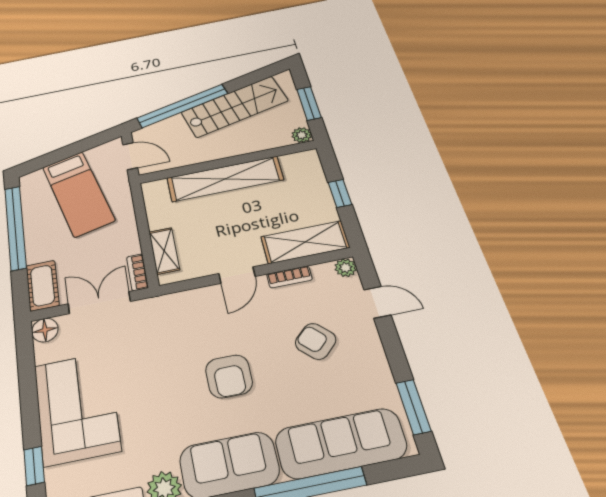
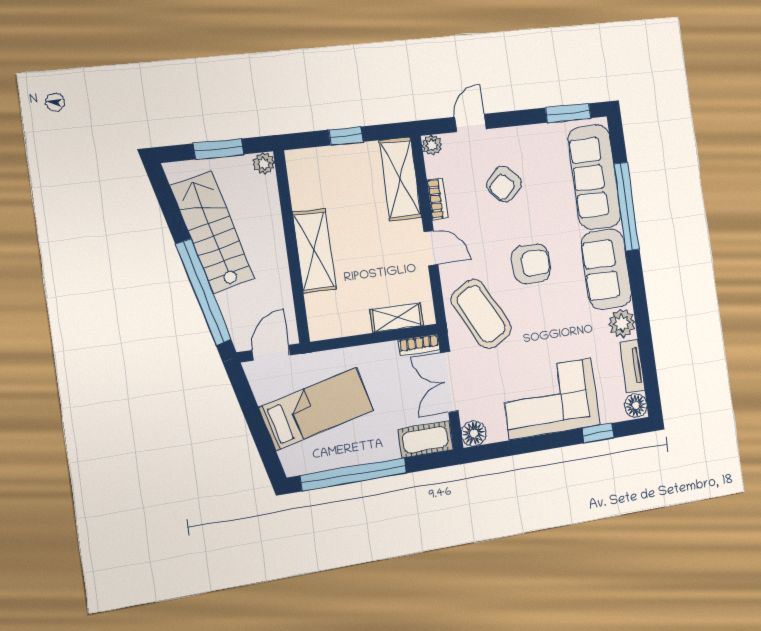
shelving: (225, 179) -> (314, 251), width x0.68
coffee table: (170, 328) -> (481, 314), added

